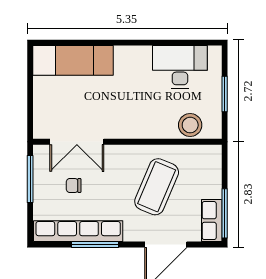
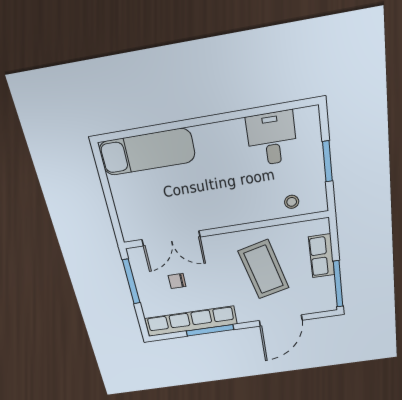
desk: (180, 67) -> (272, 139), width x0.73
stool: (190, 125) -> (292, 202), width x0.53, depth x0.53
coffee table: (157, 187) -> (264, 269), turned -37
row of seats: (212, 221) -> (322, 256), moved

